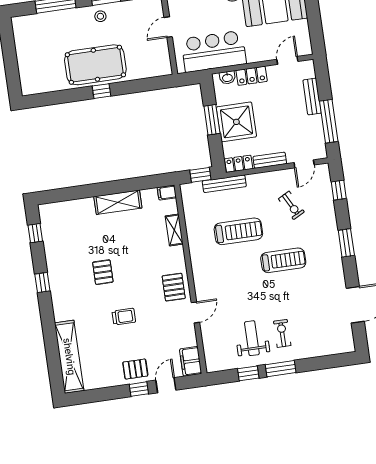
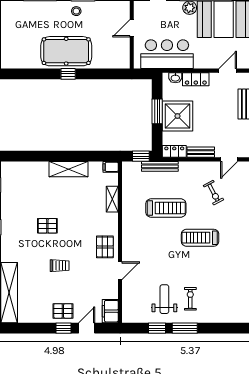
treadmill: (283, 260) -> (200, 238), turned 180
pallet: (103, 272) -> (47, 226), turned 90

